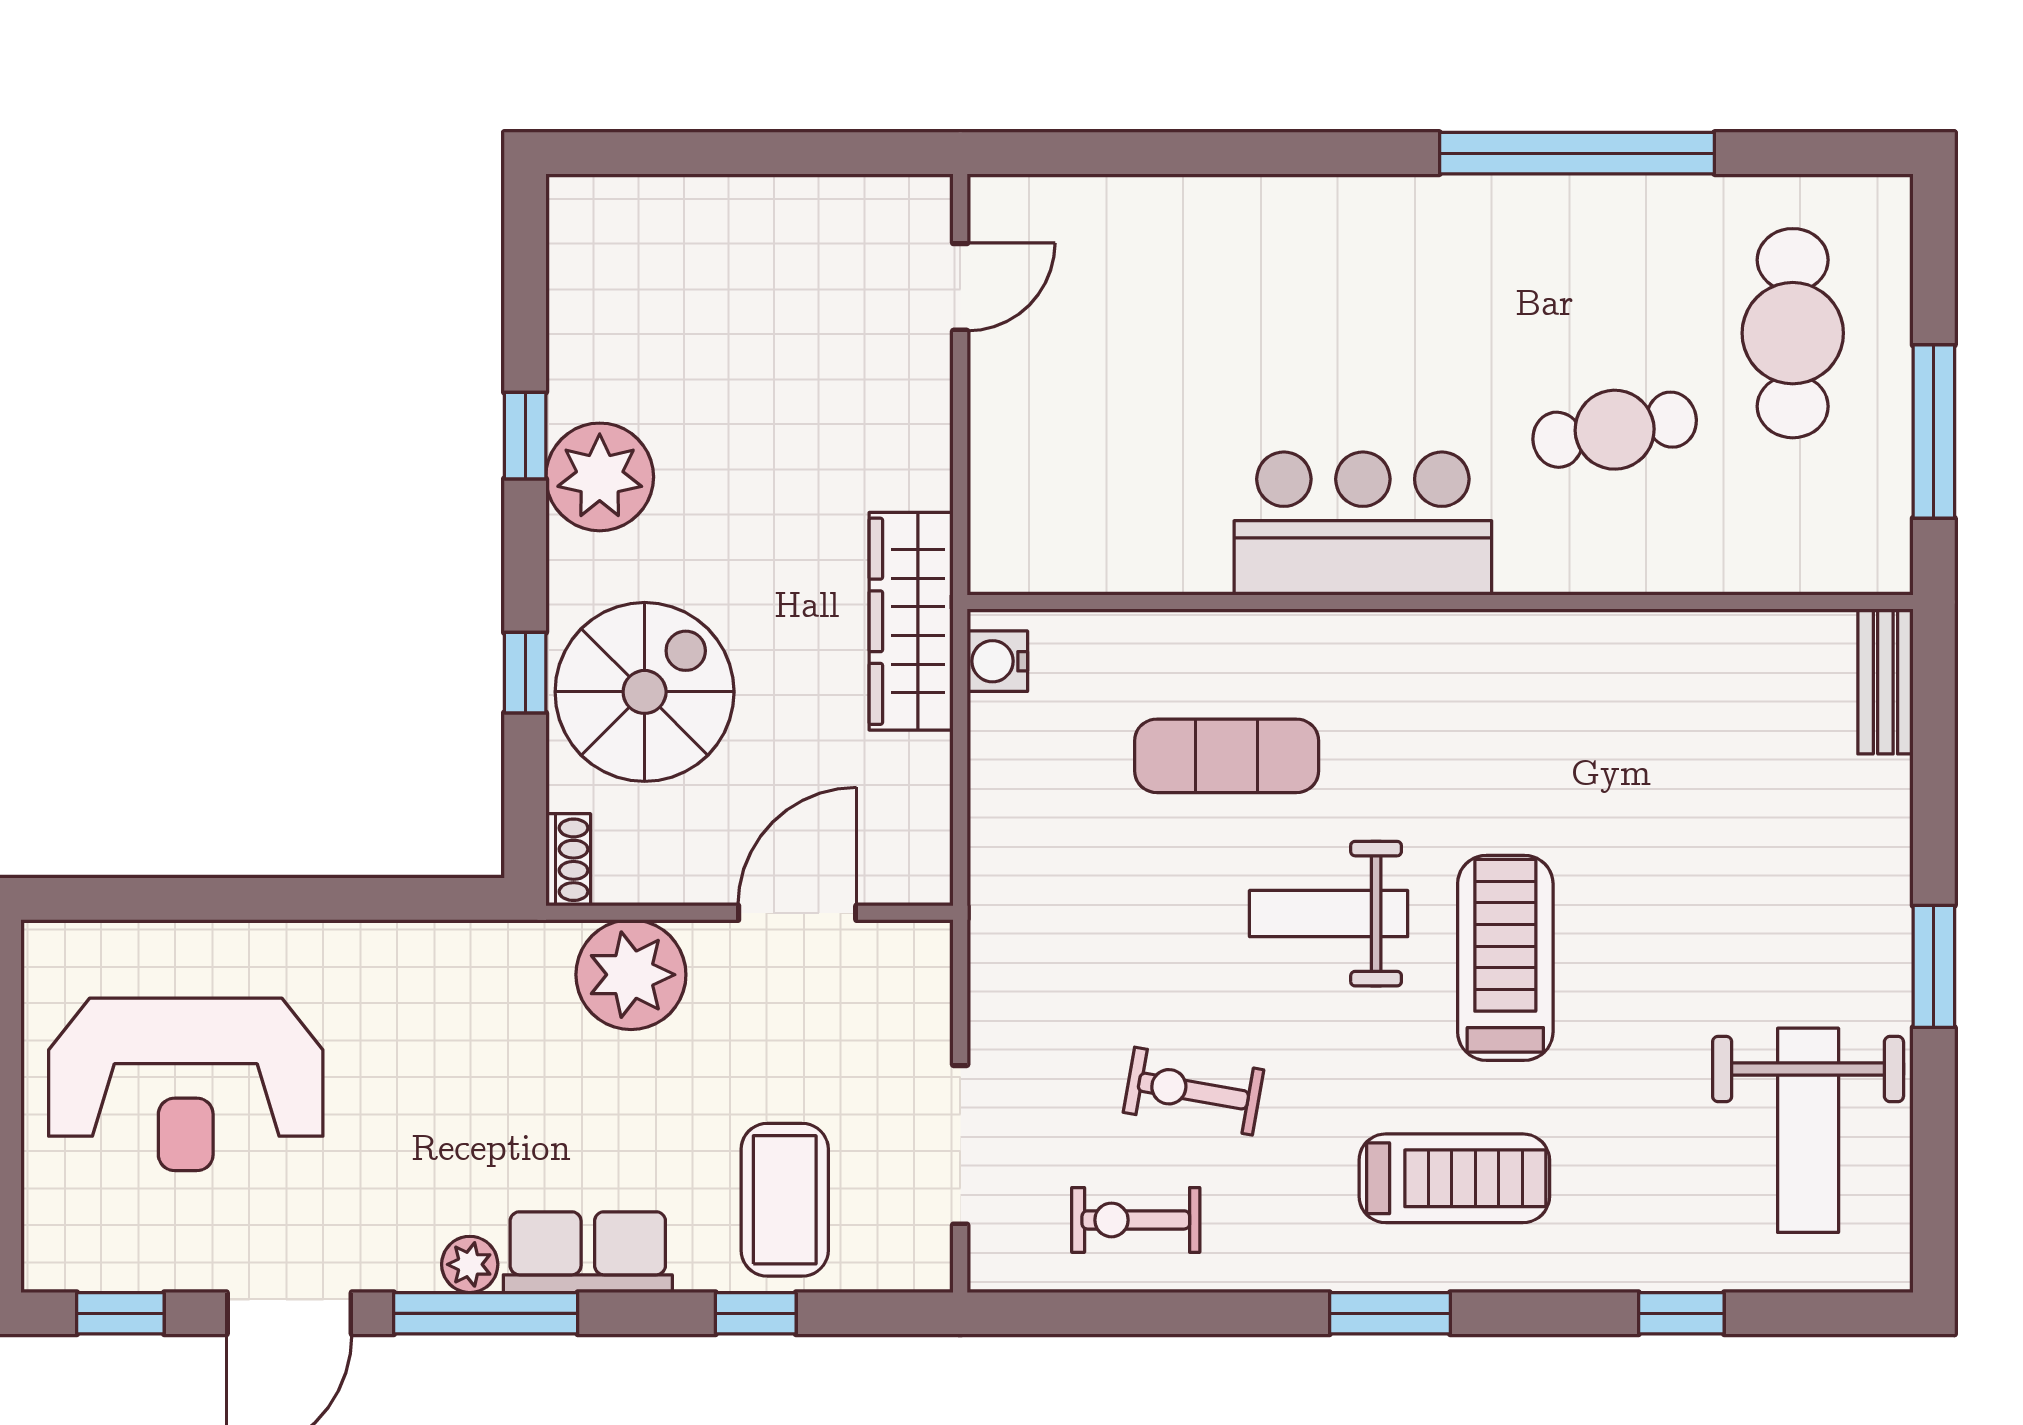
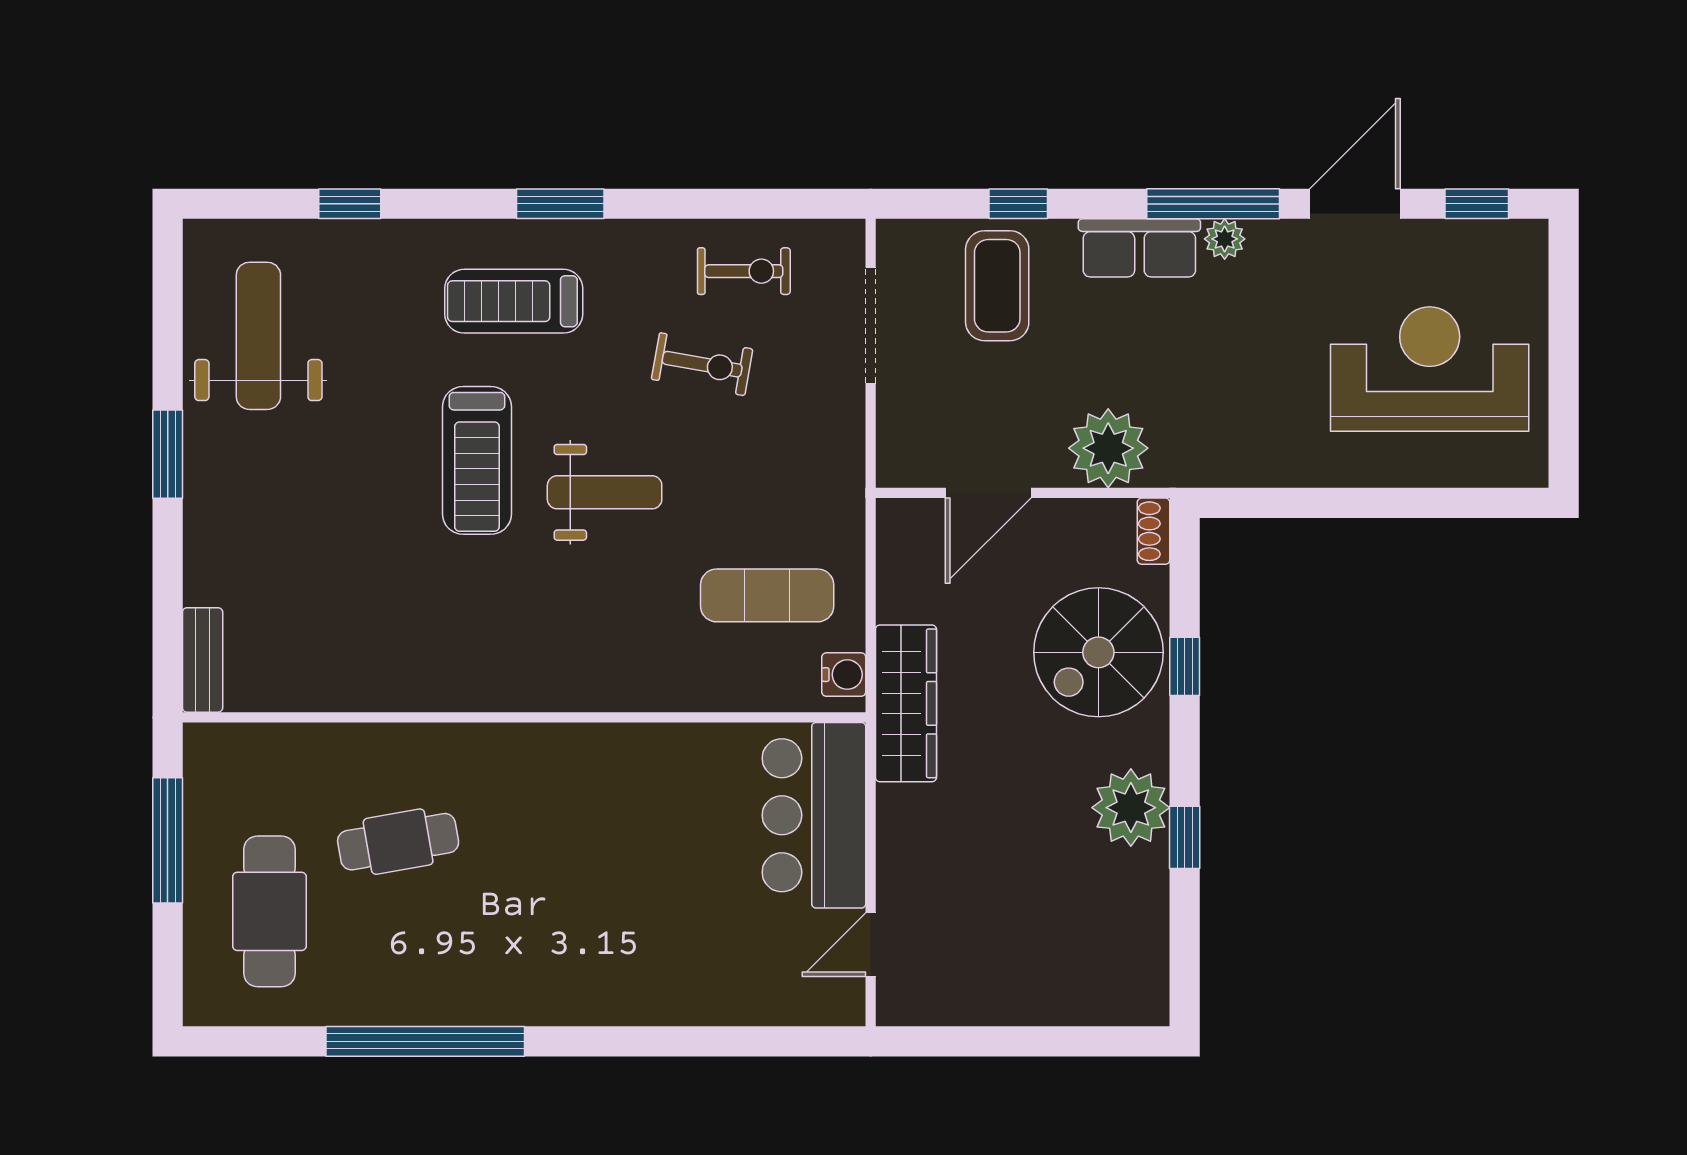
bar counter: (1363, 524) -> (814, 815), moved, turned 90
exercise mat: (1227, 756) -> (767, 595), moved

